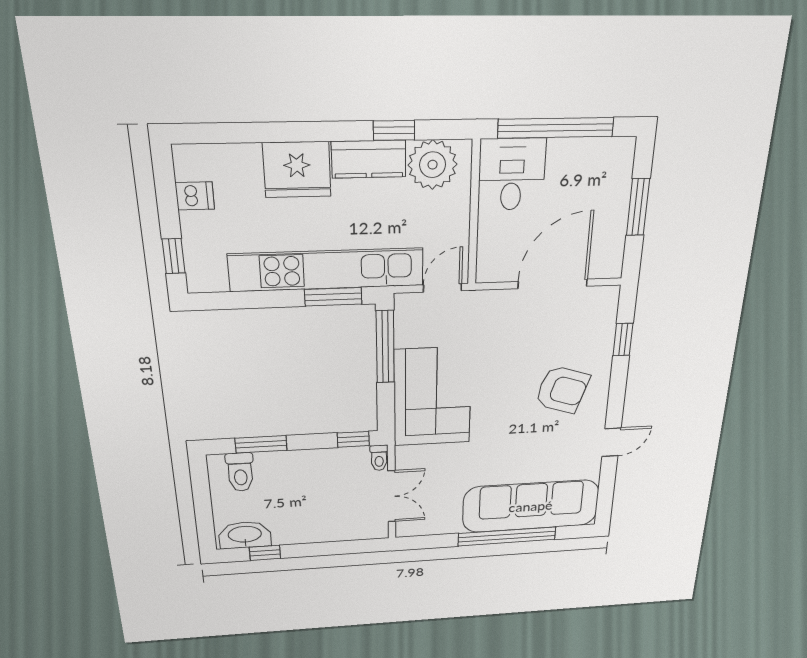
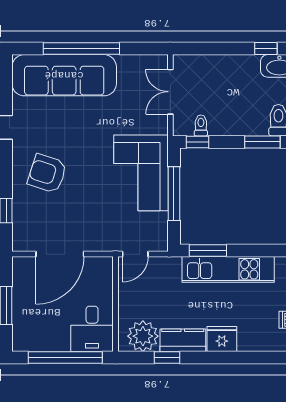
fridge: (297, 170) -> (222, 339), width x0.73, depth x0.75
kitchen unit: (327, 270) -> (228, 269), width x0.73
window: (385, 347) -> (174, 194), moved
toilet: (379, 458) -> (201, 125), moved

